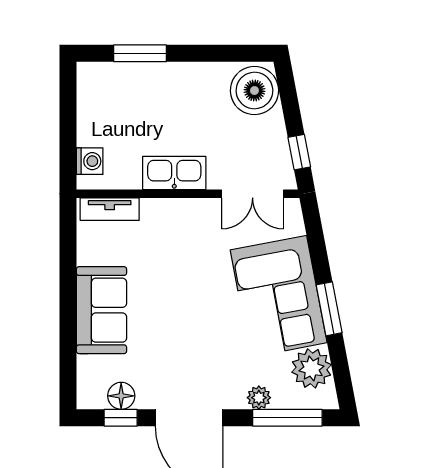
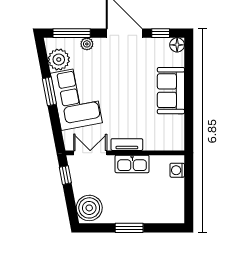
window: (140, 53) -> (129, 228), moved
tv unit: (110, 209) -> (127, 145), moved
floor lamp: (121, 396) -> (177, 45), moved

